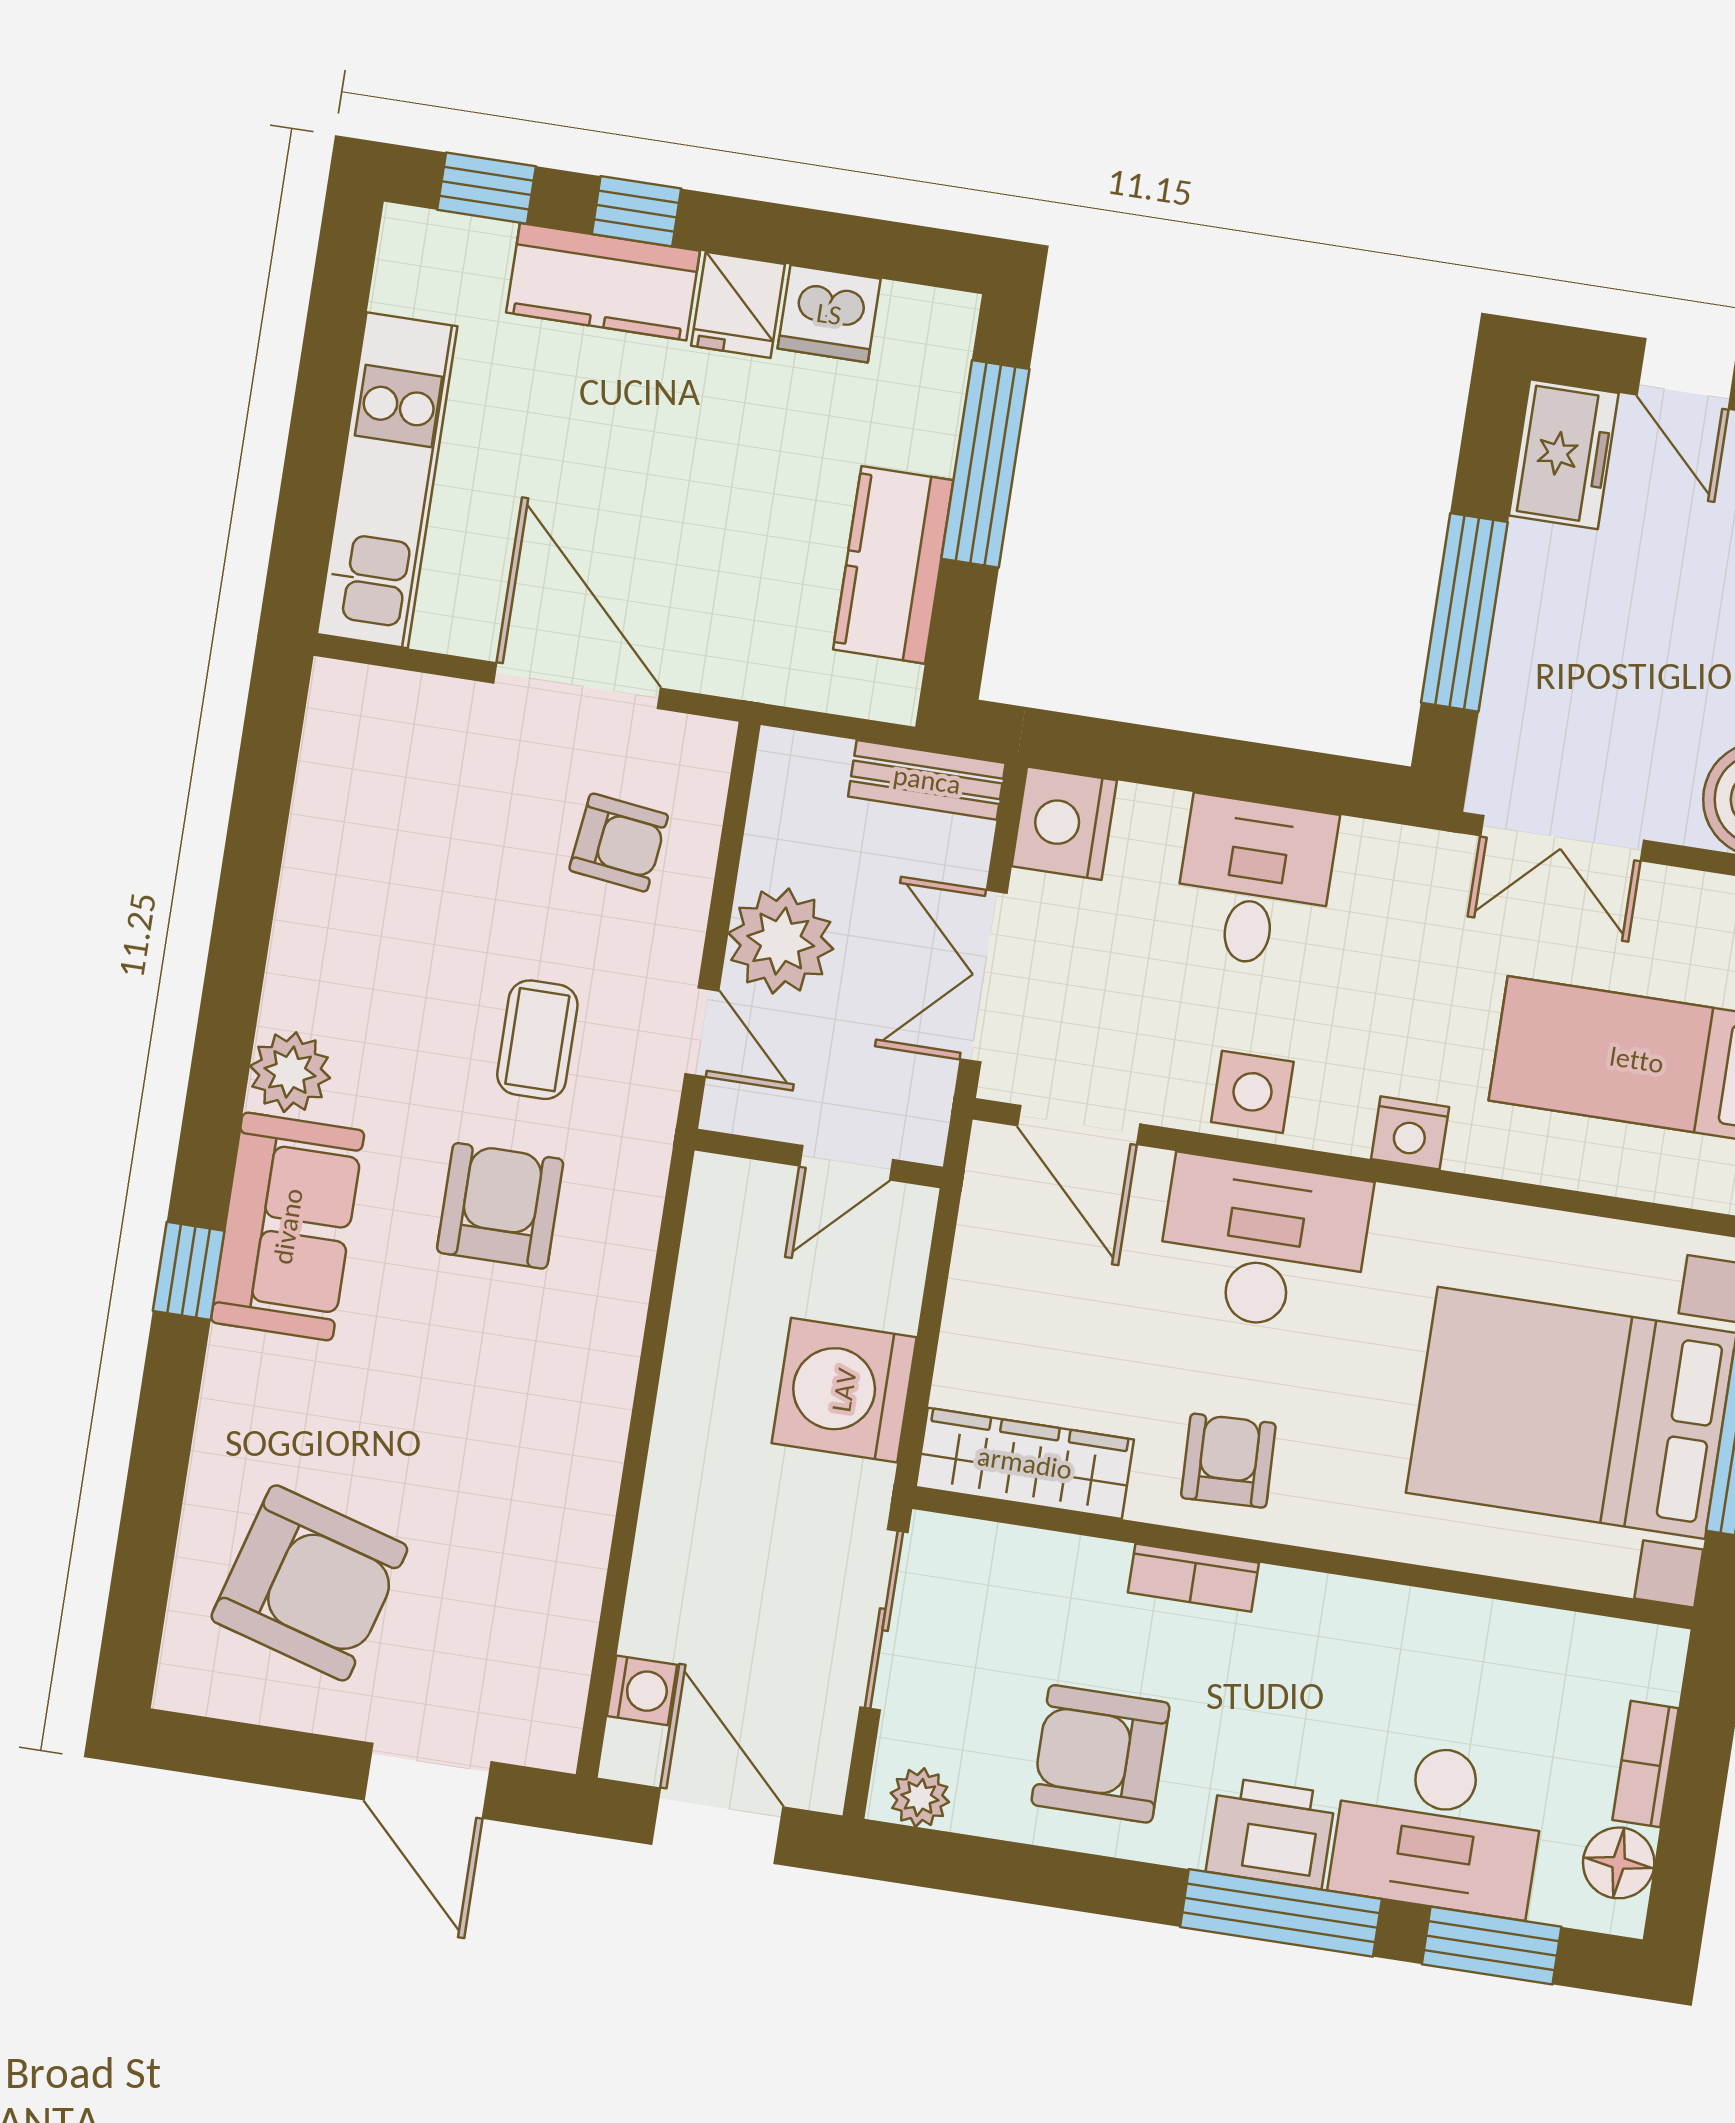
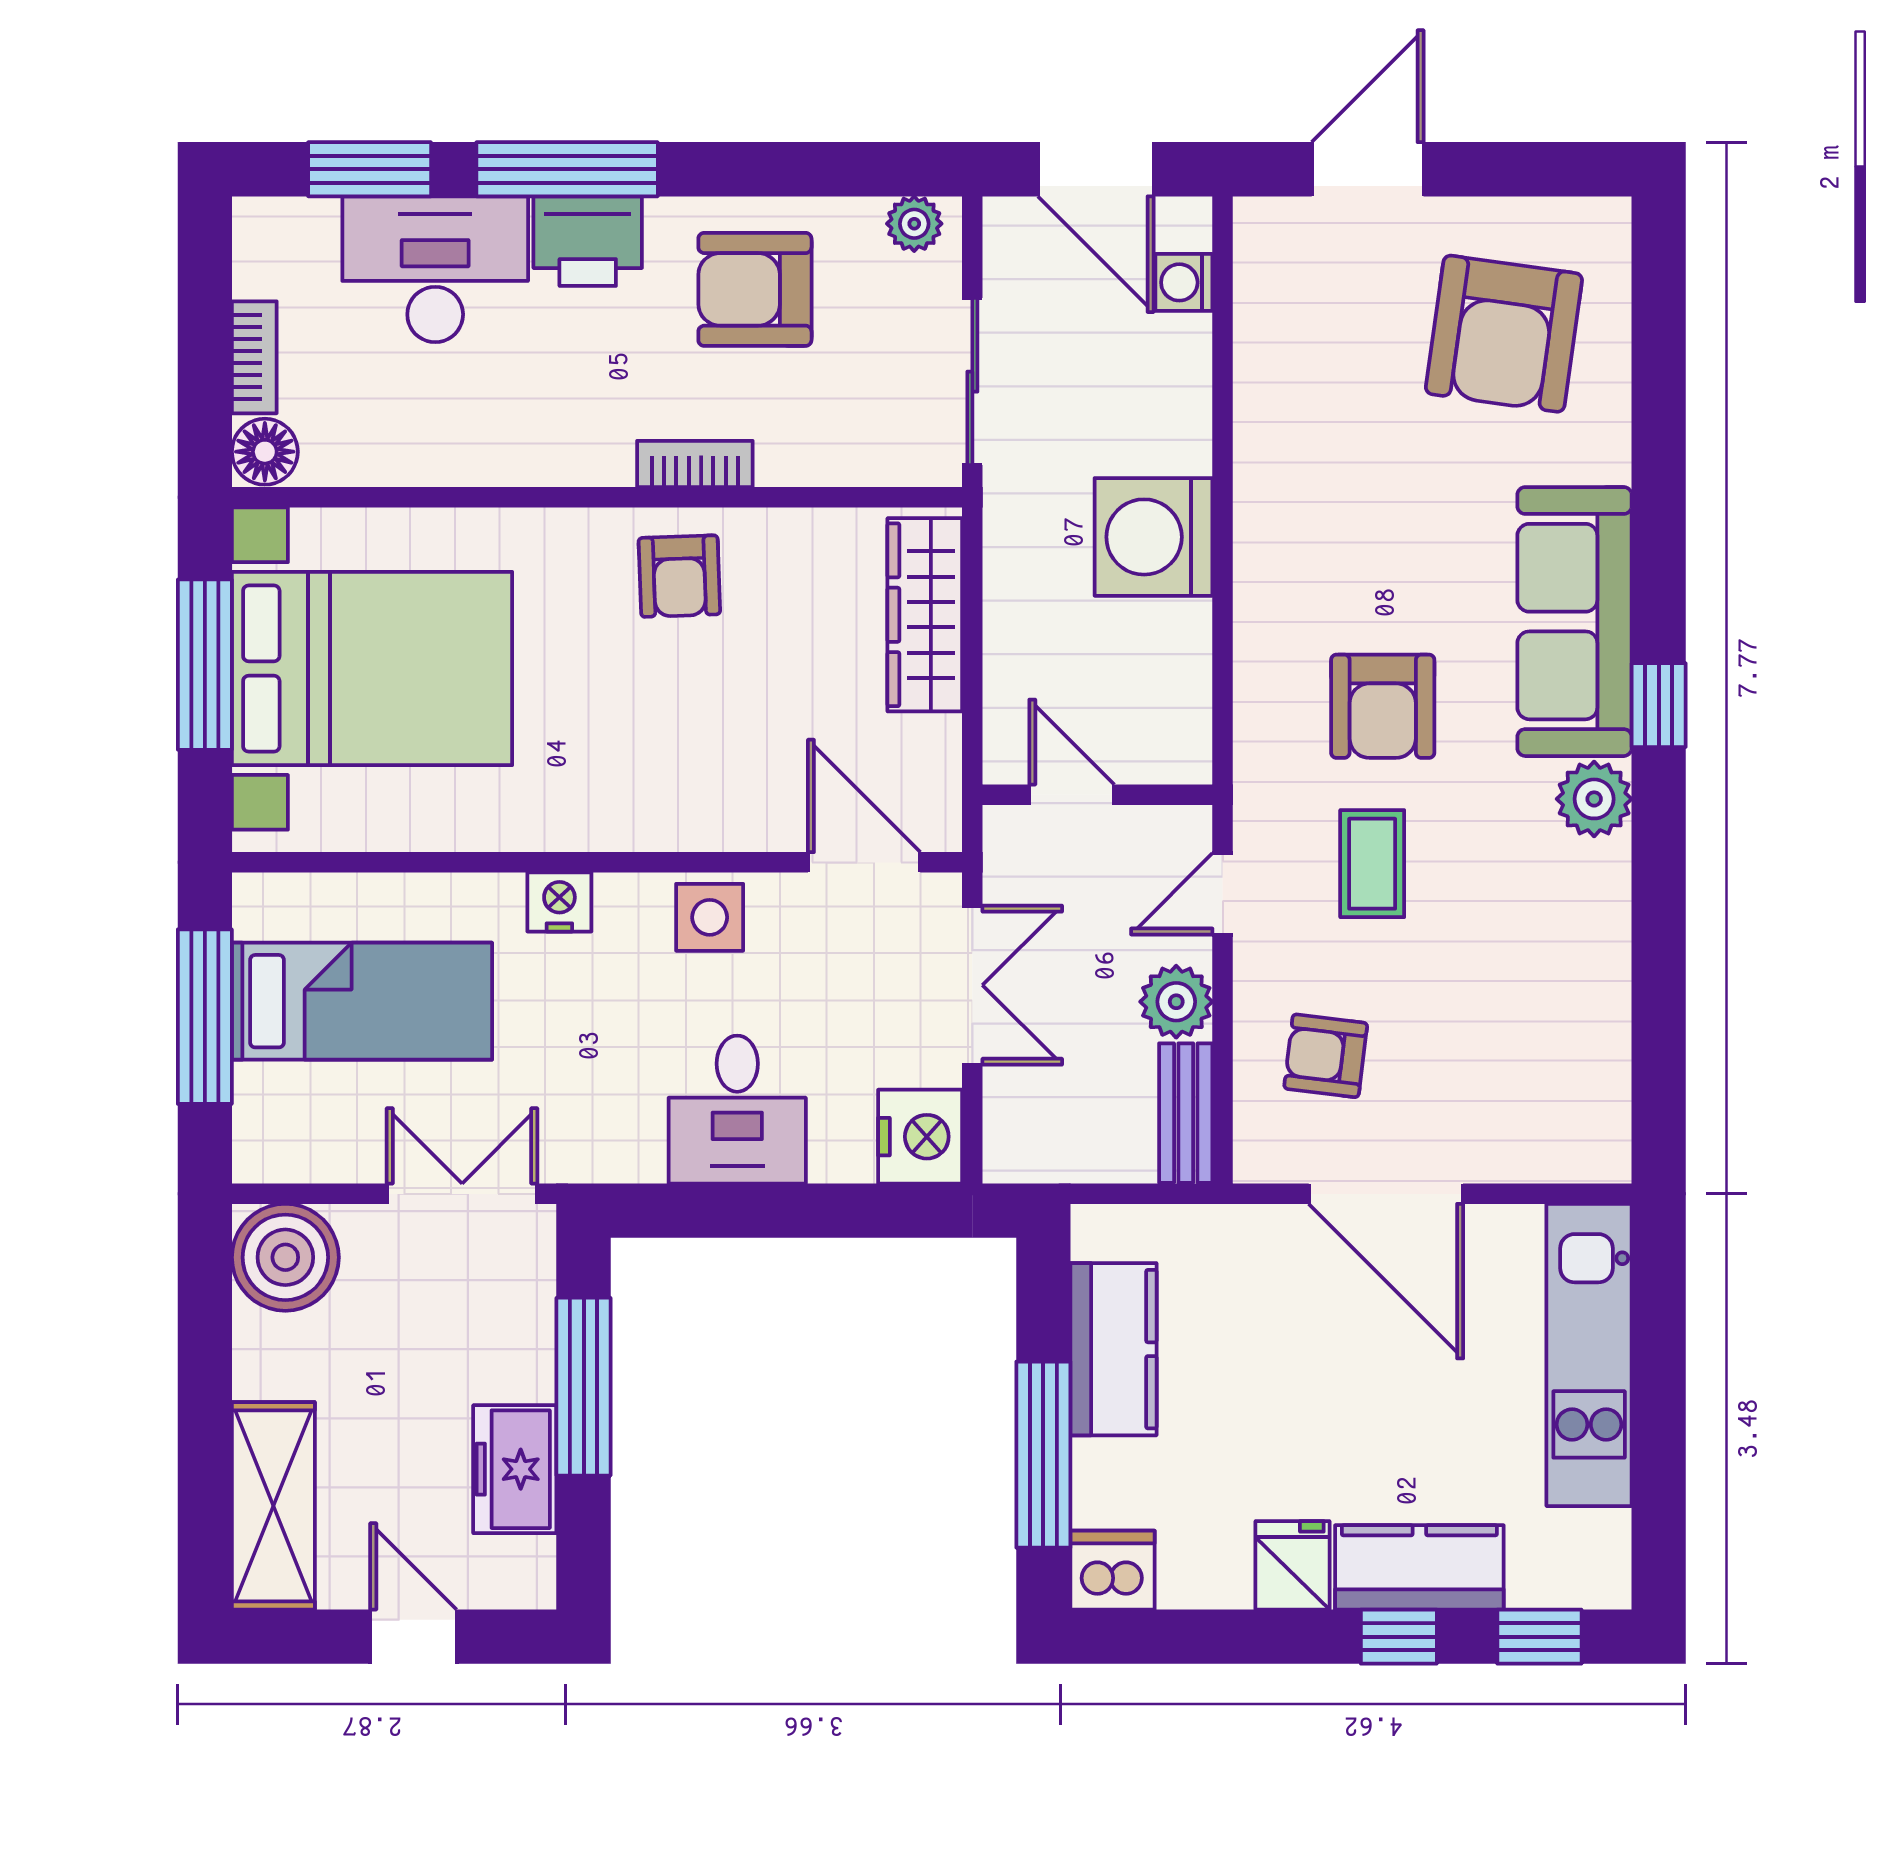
dishwasher: (829, 314) -> (1113, 1570), moved
freezer: (1564, 454) -> (515, 1469), moved
bench: (927, 780) -> (1186, 1113), moved, turned 90
plant: (781, 941) -> (1176, 1002), width x0.73, depth x0.73
door: (702, 1032) -> (1223, 894), hinge flipped
door: (846, 1163) -> (1072, 795), hinge flipped
sofa: (288, 1226) -> (1574, 622), width x1.36
desk: (1263, 1244) -> (678, 779), removed
window: (189, 1271) -> (1659, 705), moved
washing machine: (844, 1390) -> (1153, 537), moved, turned 180
wardrobe: (1025, 1463) -> (925, 615), moved, turned 90
armchair: (309, 1583) -> (1504, 334), turned -98
armchair: (1101, 1754) -> (755, 289), turned 180
door: (428, 1781) -> (1368, 169), hinge flipped
floor lamp: (1619, 1863) -> (265, 452), moved

